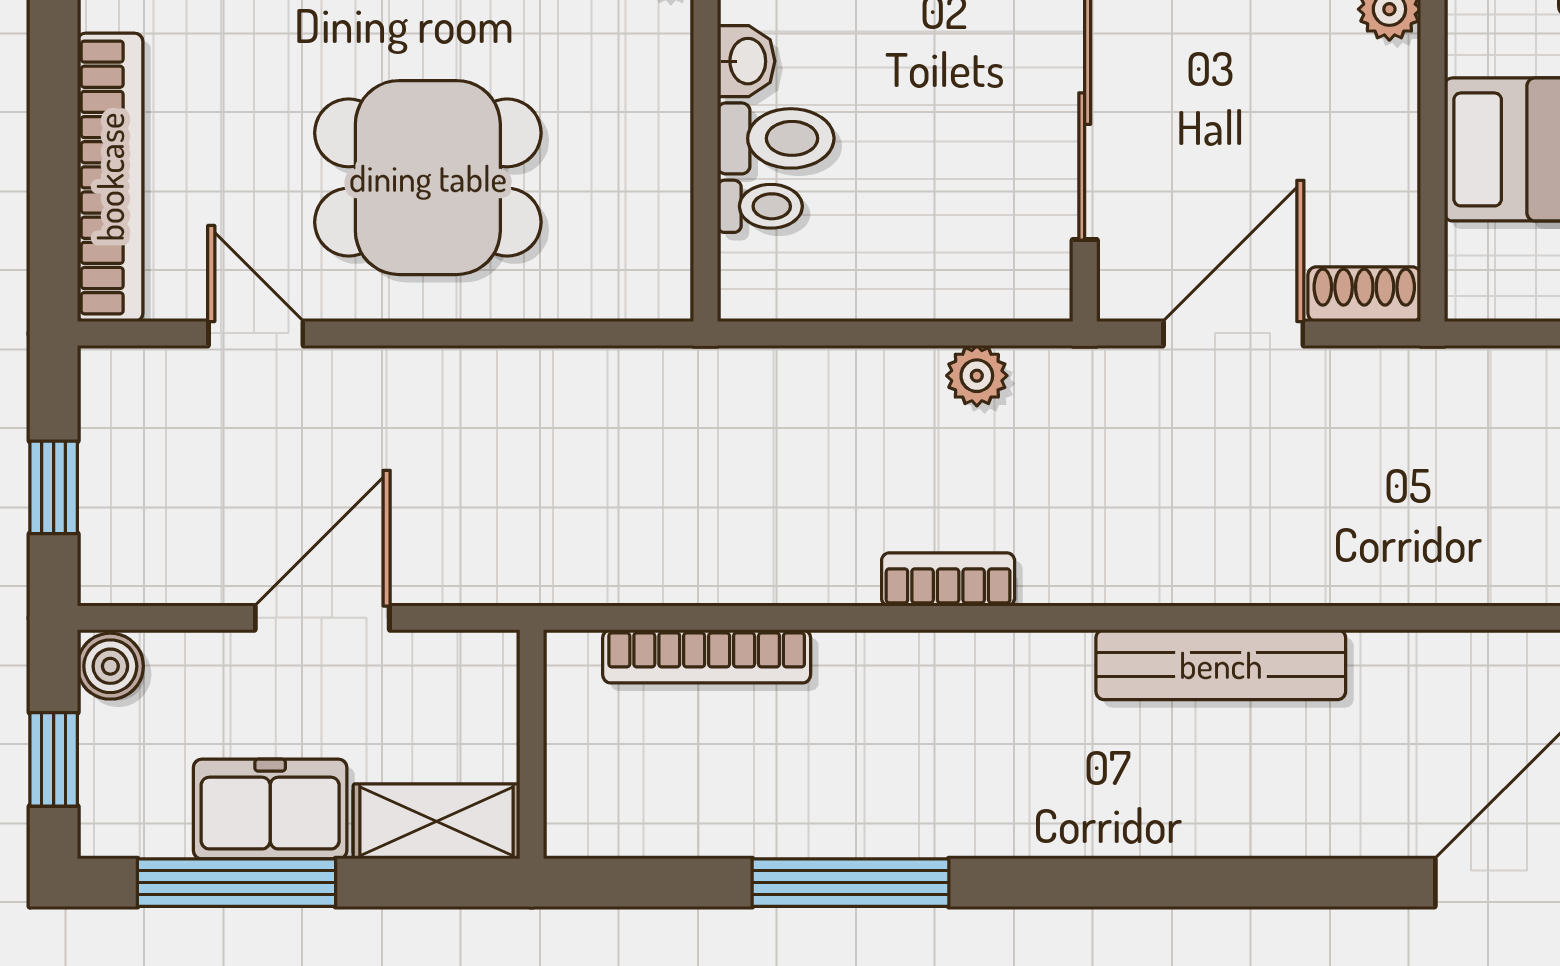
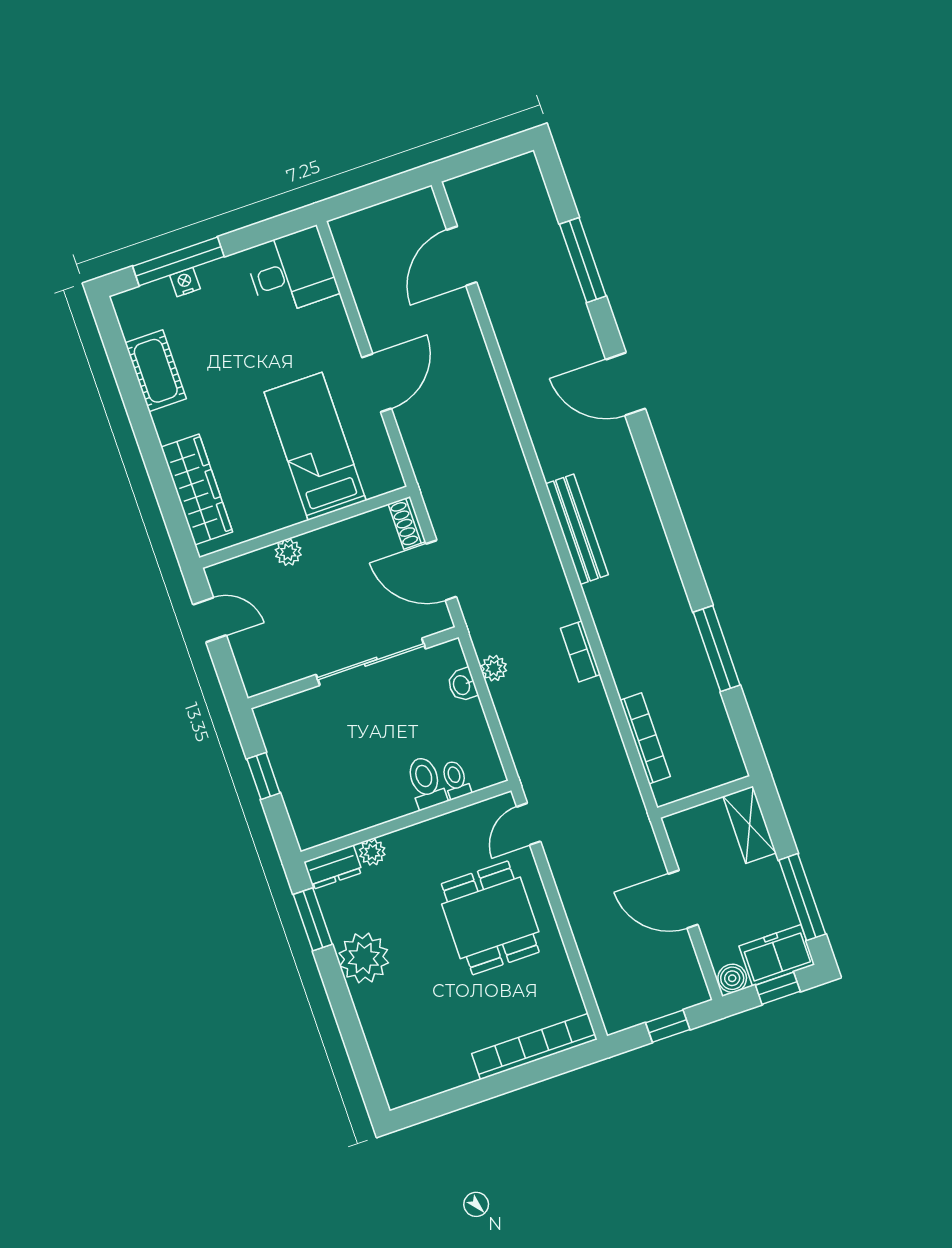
washbasin: (746, 61) -> (462, 685), moved, turned -90
door: (256, 333) -> (529, 824), moved
freezer: (270, 809) -> (777, 955), moved, turned 90

